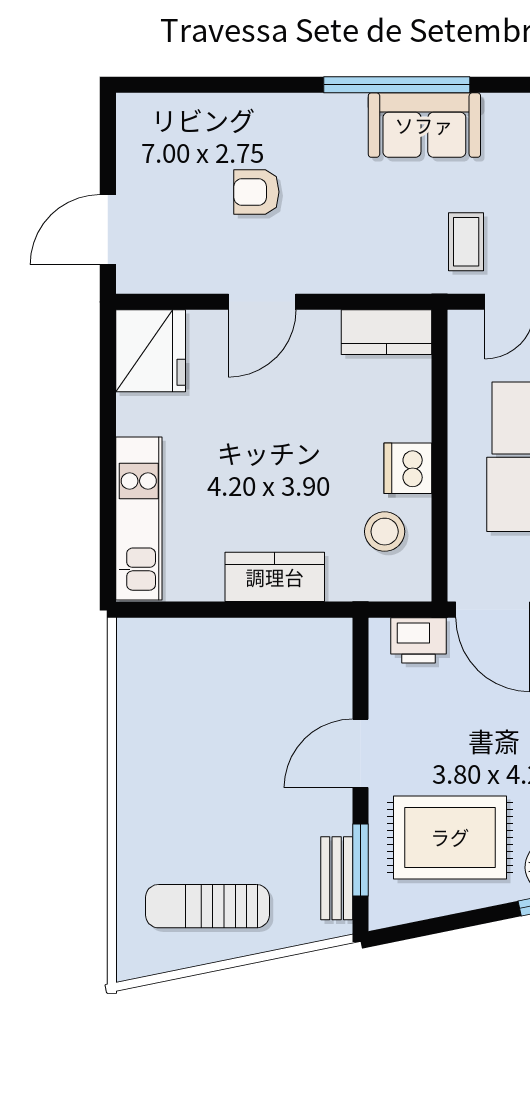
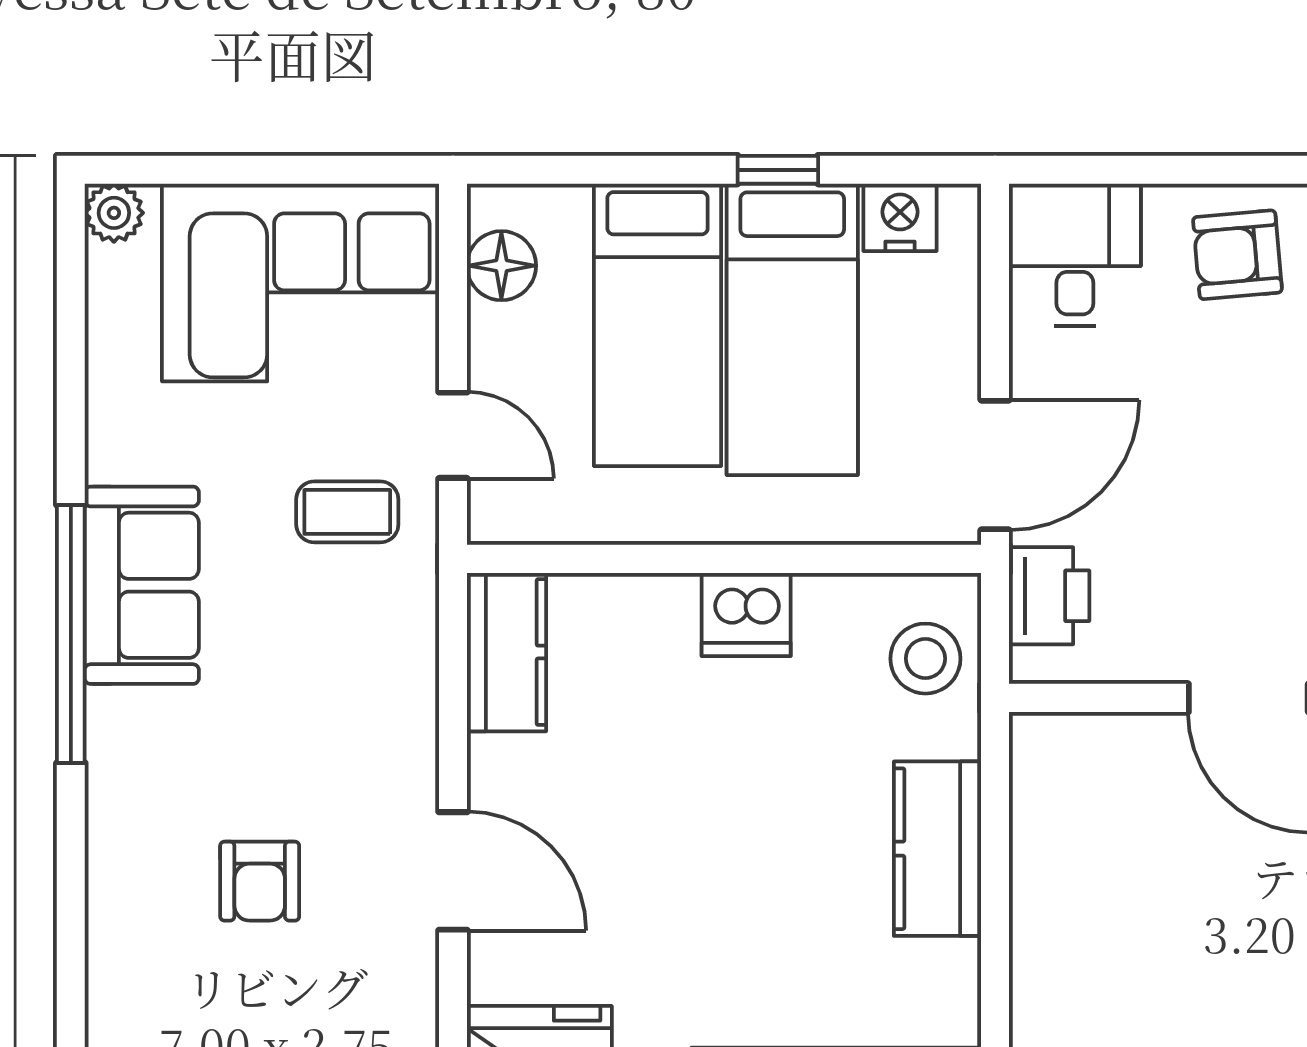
stool: (385, 532) -> (925, 659), moved

